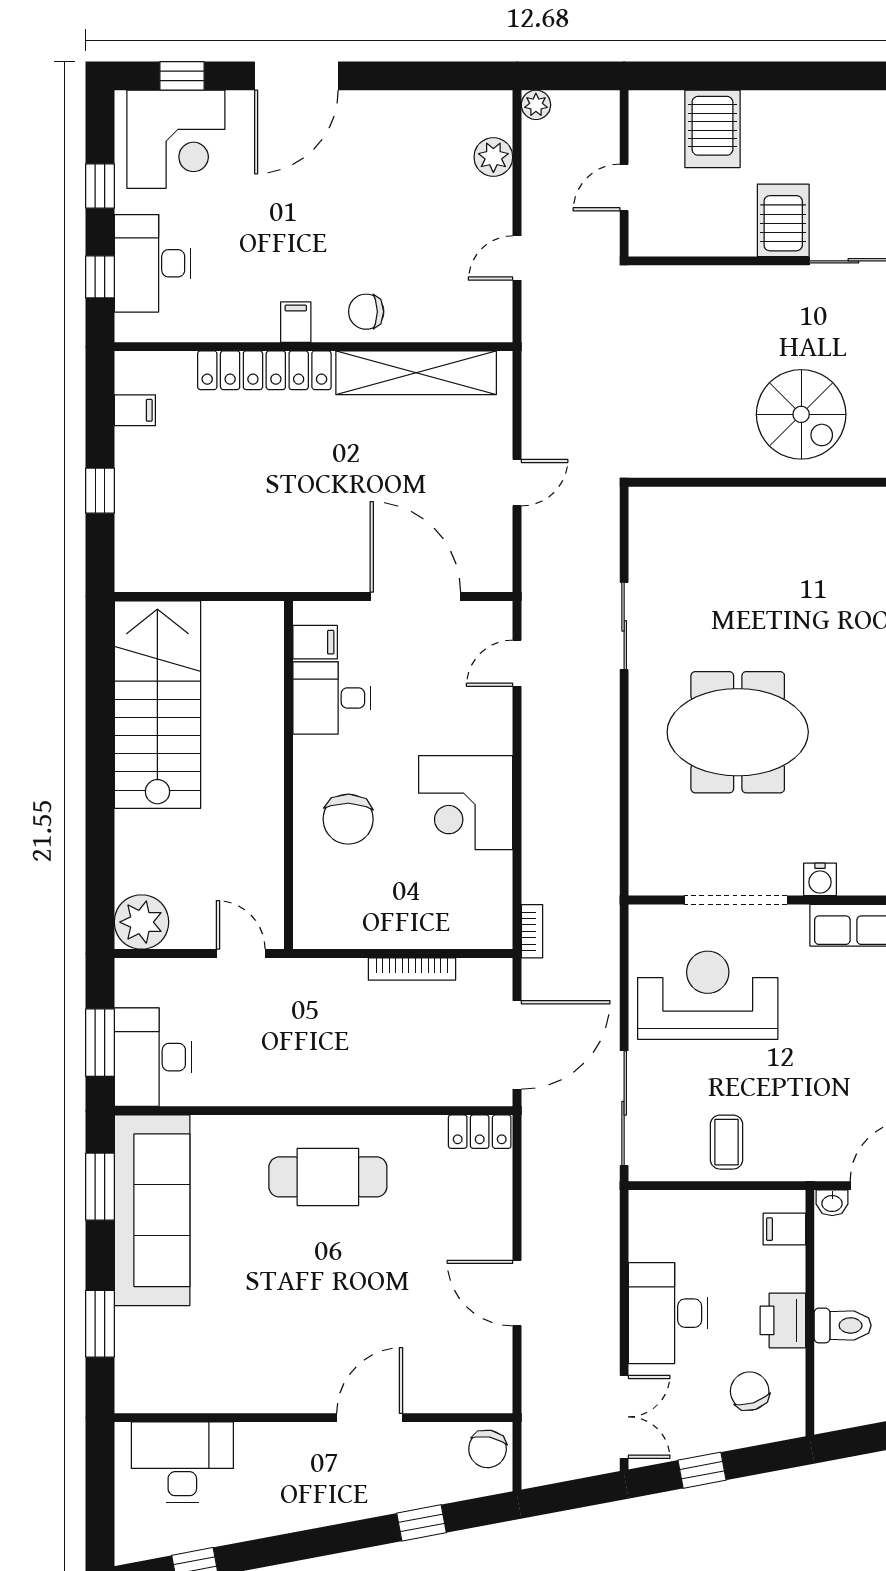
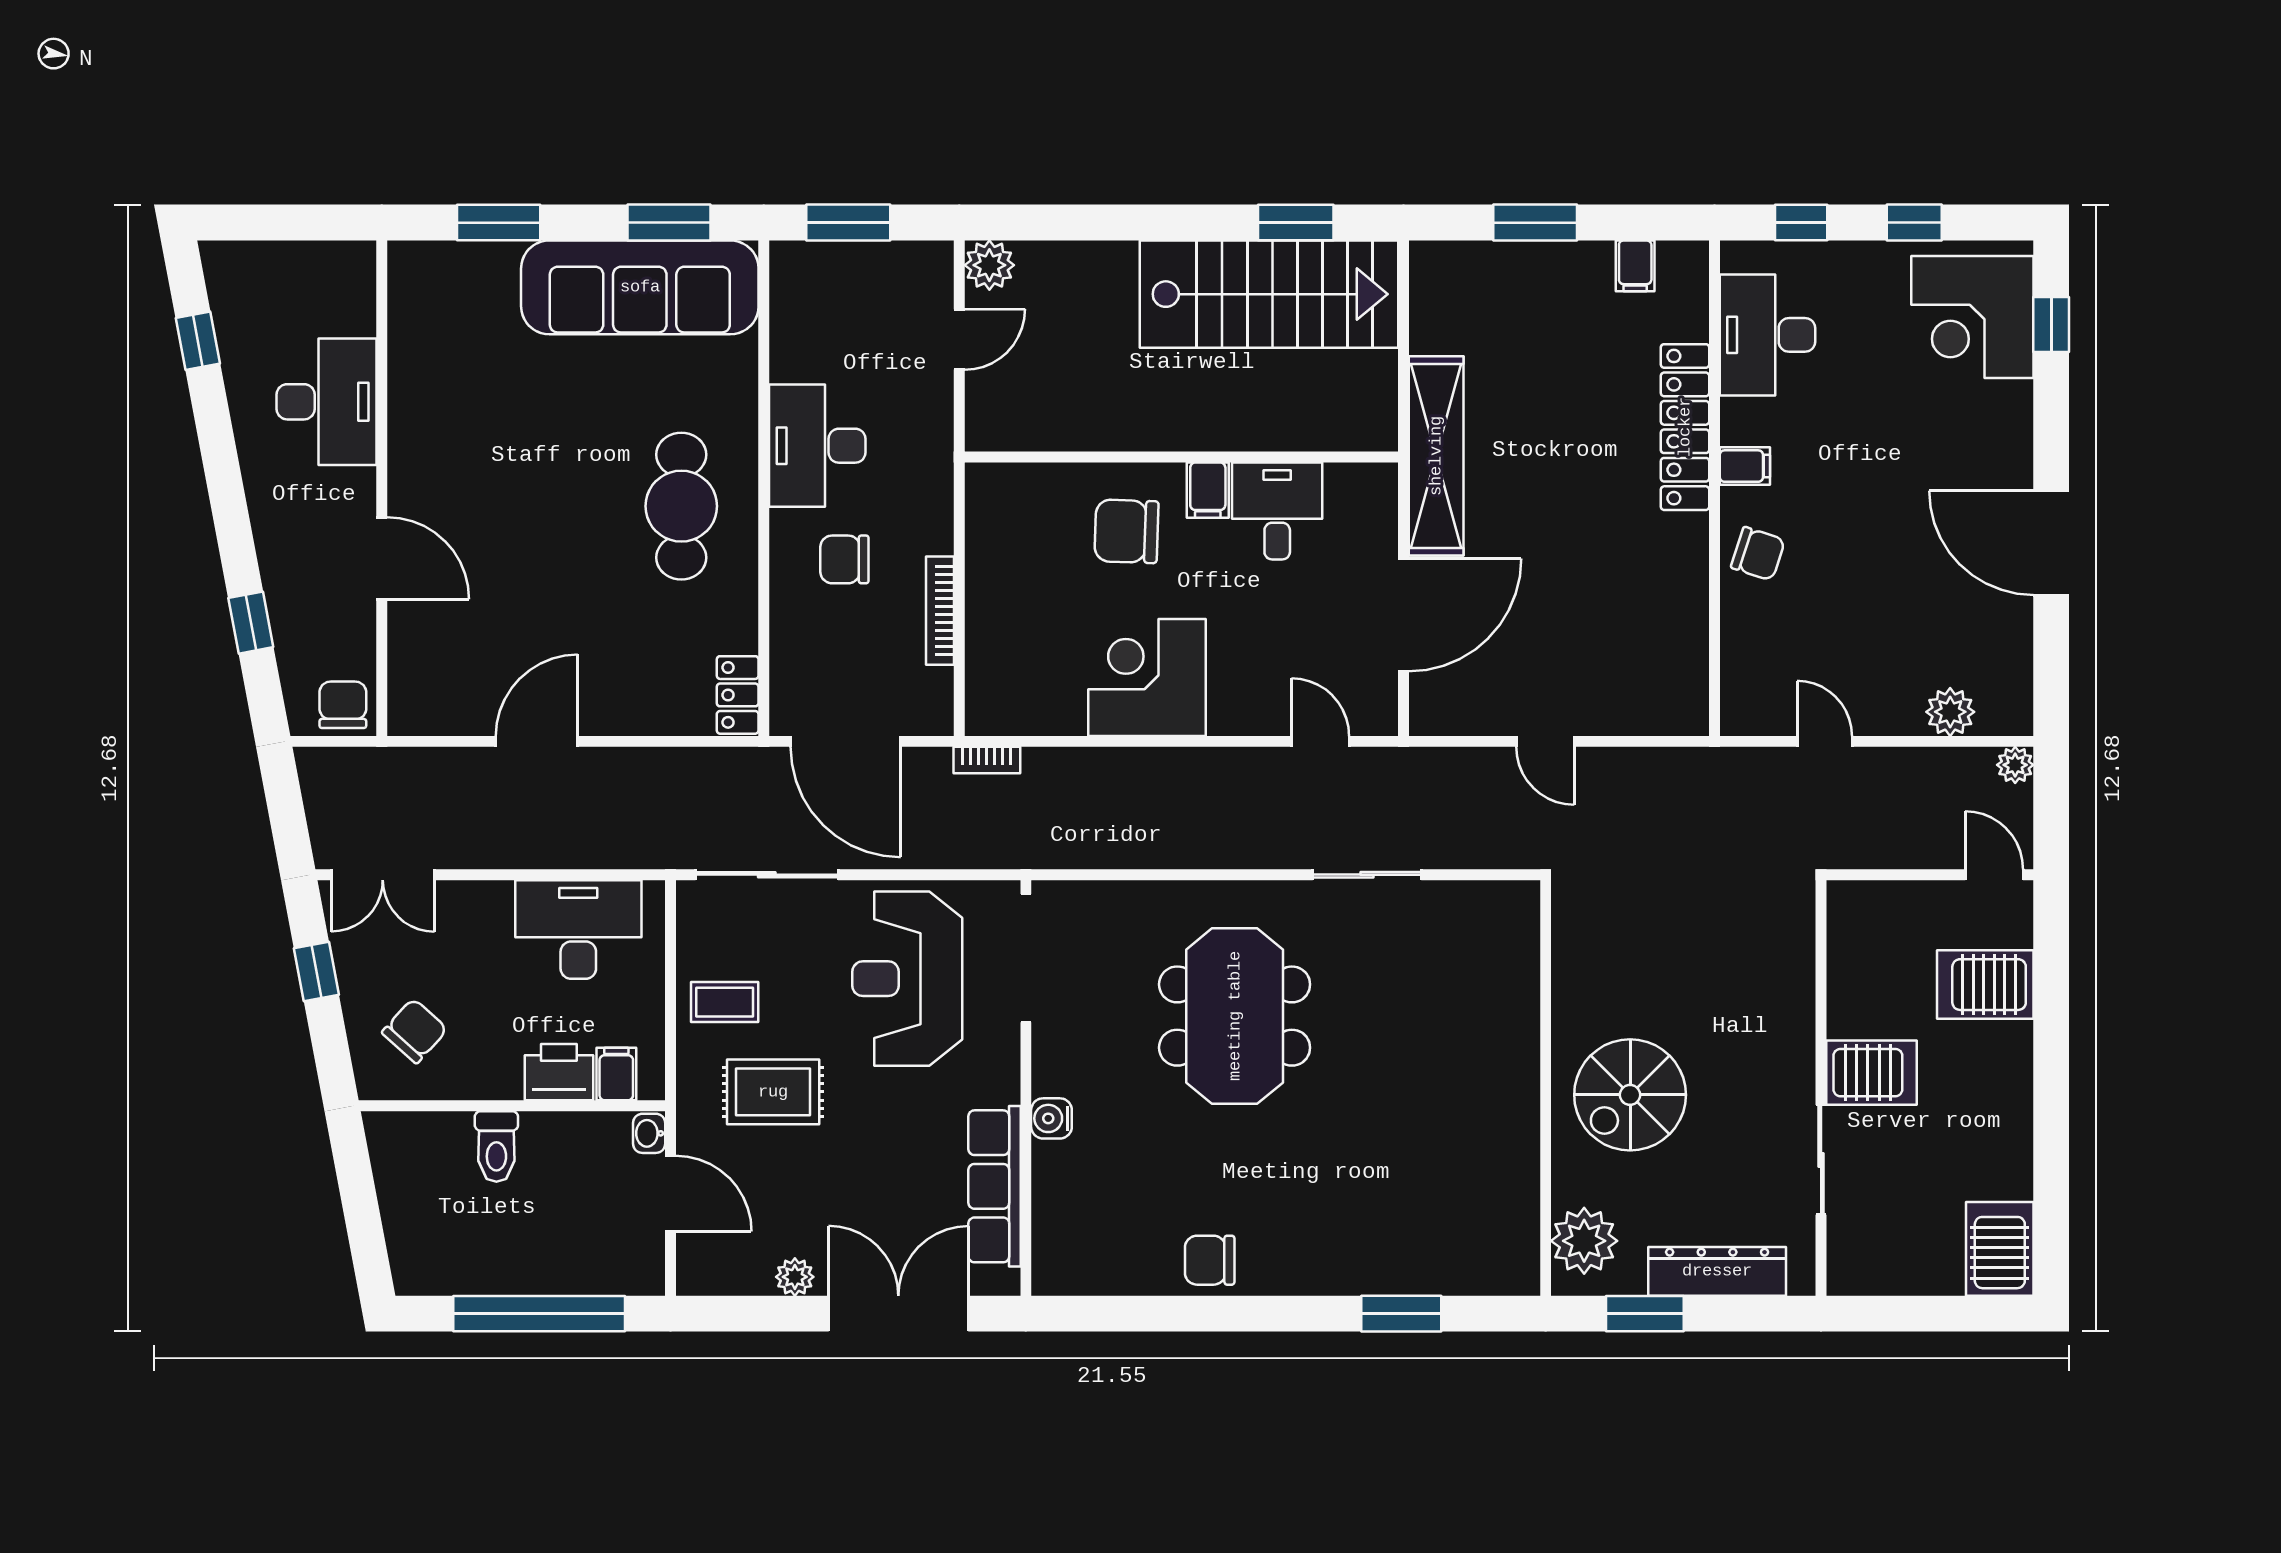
door: (296, 76) -> (2051, 543), moved
door: (624, 187) -> (1994, 875), moved
desk: (153, 263) -> (1767, 335), moved, turned -90
chair: (366, 312) -> (1758, 554), turned 108
shelving: (416, 373) -> (1436, 456), moved
window: (100, 491) -> (1535, 223), width x1.50
filing cabinet: (315, 642) -> (1208, 490), moved
window: (100, 683) -> (1296, 223), added
doorway: (736, 900) -> (1026, 958), moved
plant: (141, 922) -> (989, 265), width x0.73, depth x0.73
door: (241, 954) -> (959, 339), moved
reception desk: (708, 995) -> (907, 979), turned 180
chair: (371, 1046) -> (844, 559), added
desk: (153, 1057) -> (817, 446), moved, turned -90
rug: (799, 1103) -> (773, 1092), added
desk: (668, 1313) -> (578, 929), moved
printer: (783, 1320) -> (559, 1072), moved
chair: (750, 1391) -> (415, 1031), turned -30
chair: (488, 1449) -> (343, 705), turned 79
desk: (182, 1462) -> (327, 402), moved

